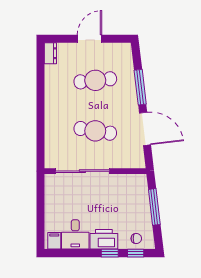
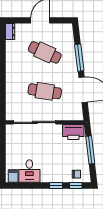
cafe table: (95, 80) -> (45, 52), turned 30
printer: (104, 239) -> (73, 132), moved, turned 180

